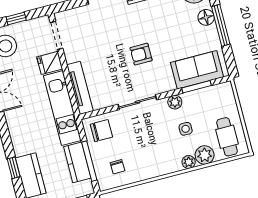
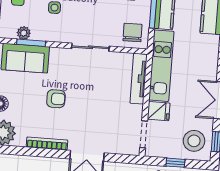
armchair: (141, 54) -> (56, 99), moved
plant: (175, 102) -> (24, 33), moved
chair: (101, 131) -> (132, 33), turned 89

